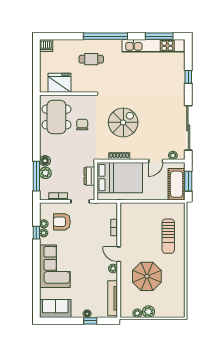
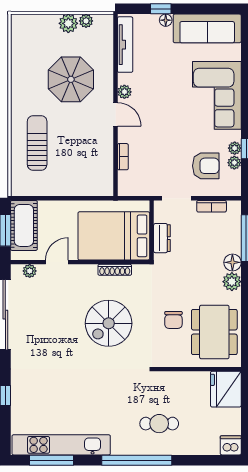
fridge: (60, 83) -> (226, 389), moved, turned 90
plant: (45, 173) -> (232, 282), moved
sofa: (55, 308) -> (207, 28), width x1.36

